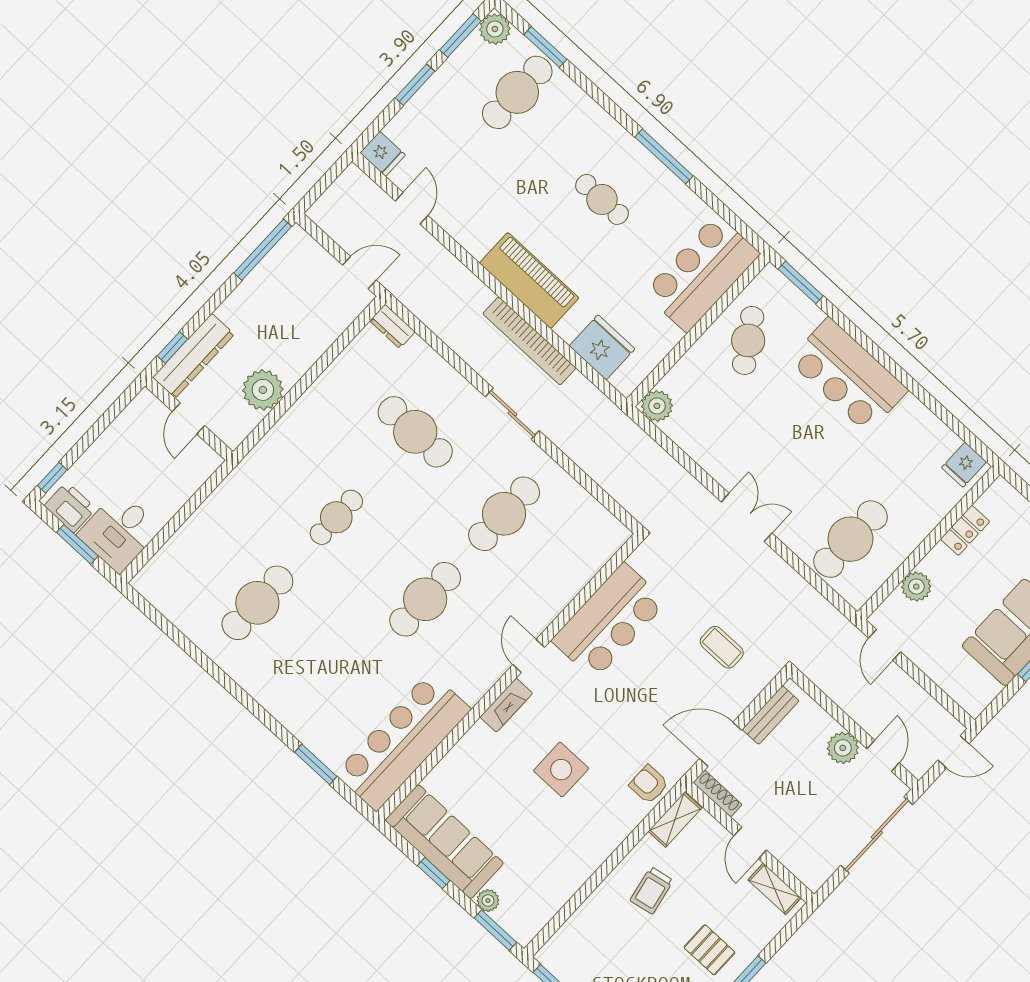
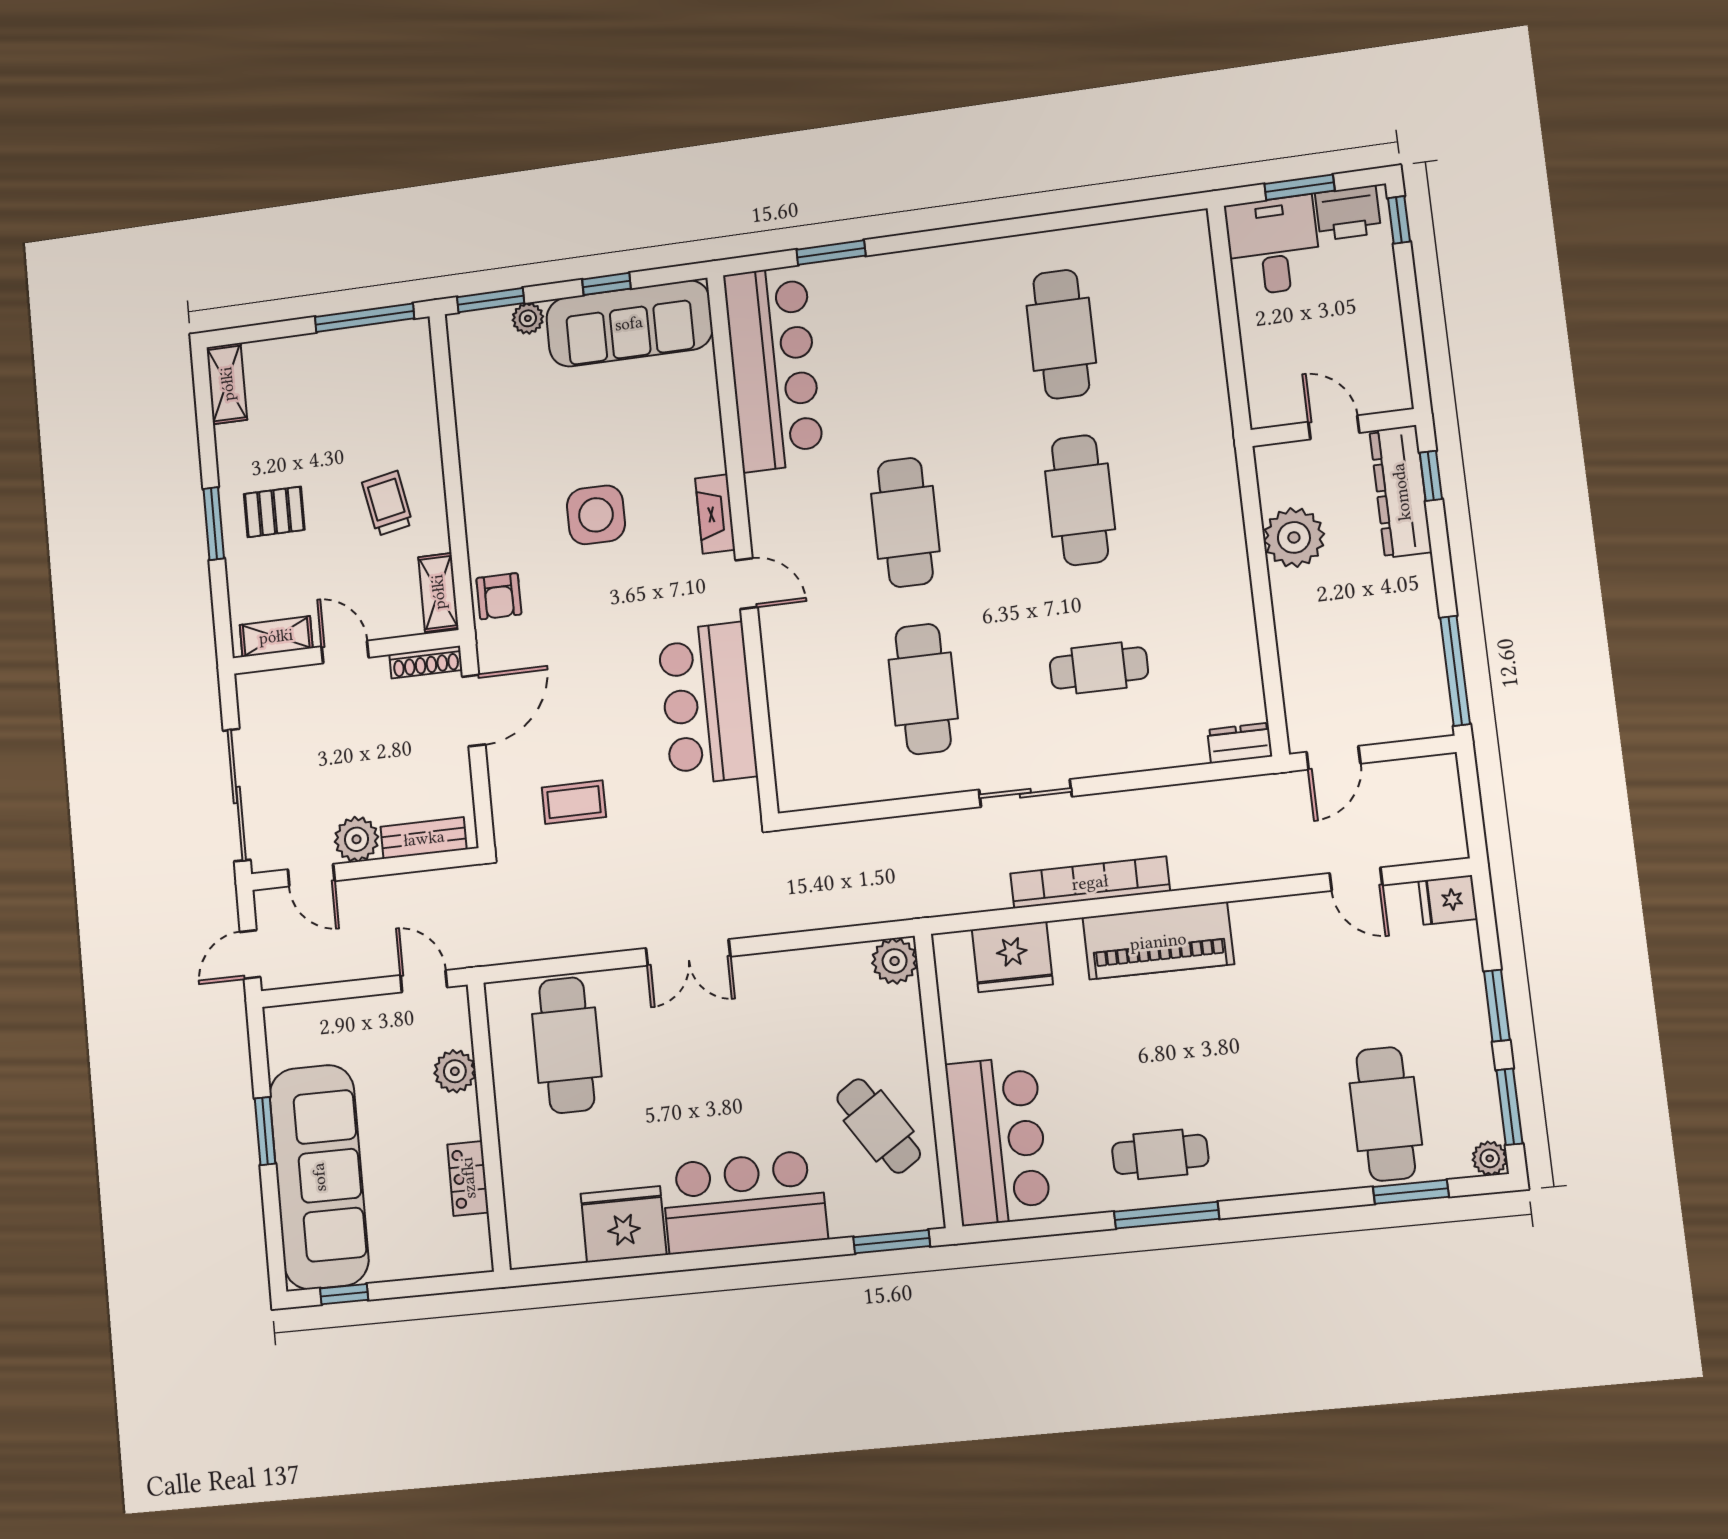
plant: (495, 29) -> (1490, 1158), width x0.73, depth x0.73
cafe table: (602, 199) -> (1160, 1154), moved
cafe table: (415, 432) -> (1099, 668), width x0.73, depth x0.74
fridge: (964, 465) -> (624, 1224), moved, width x1.88, depth x1.34
cafe table: (336, 517) -> (1080, 500), width x1.37, depth x1.35
bench: (771, 715) -> (424, 838), moved, turned 90
armchair: (649, 784) -> (499, 596), turned 90

